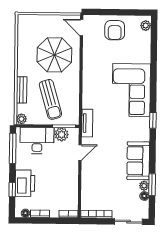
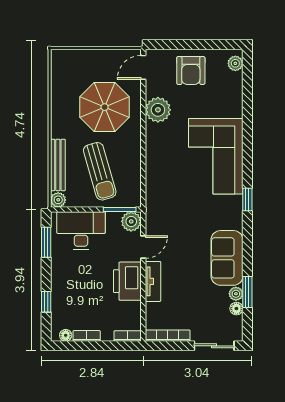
door: (82, 28) -> (143, 67), hinge flipped
plant: (91, 57) -> (158, 110), added
bench: (22, 90) -> (58, 165), width x1.36
tv unit: (87, 123) -> (153, 281), moved
plant: (62, 134) -> (131, 221), moved
window: (13, 148) -> (46, 242), width x0.69
printer: (25, 183) -> (127, 281), moved, turned 180

